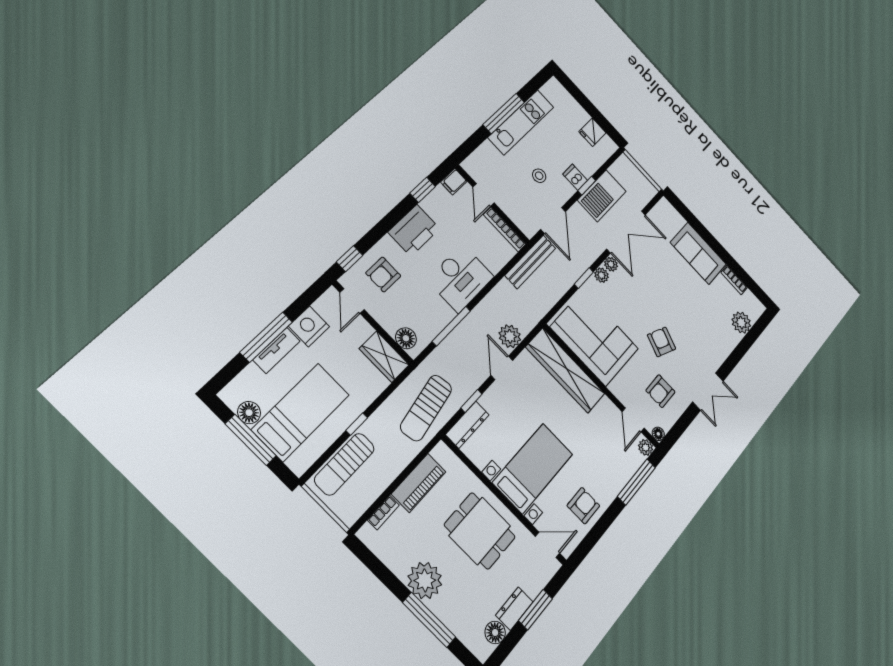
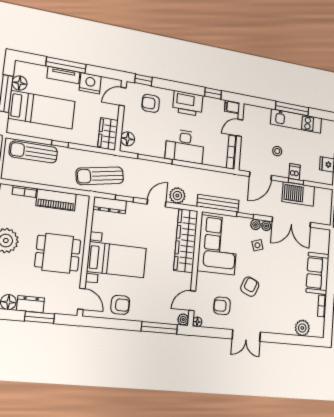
bench: (530, 262) -> (218, 203), moved
side table: (625, 293) -> (257, 245), added
dining table: (480, 531) -> (58, 253), turned 90

